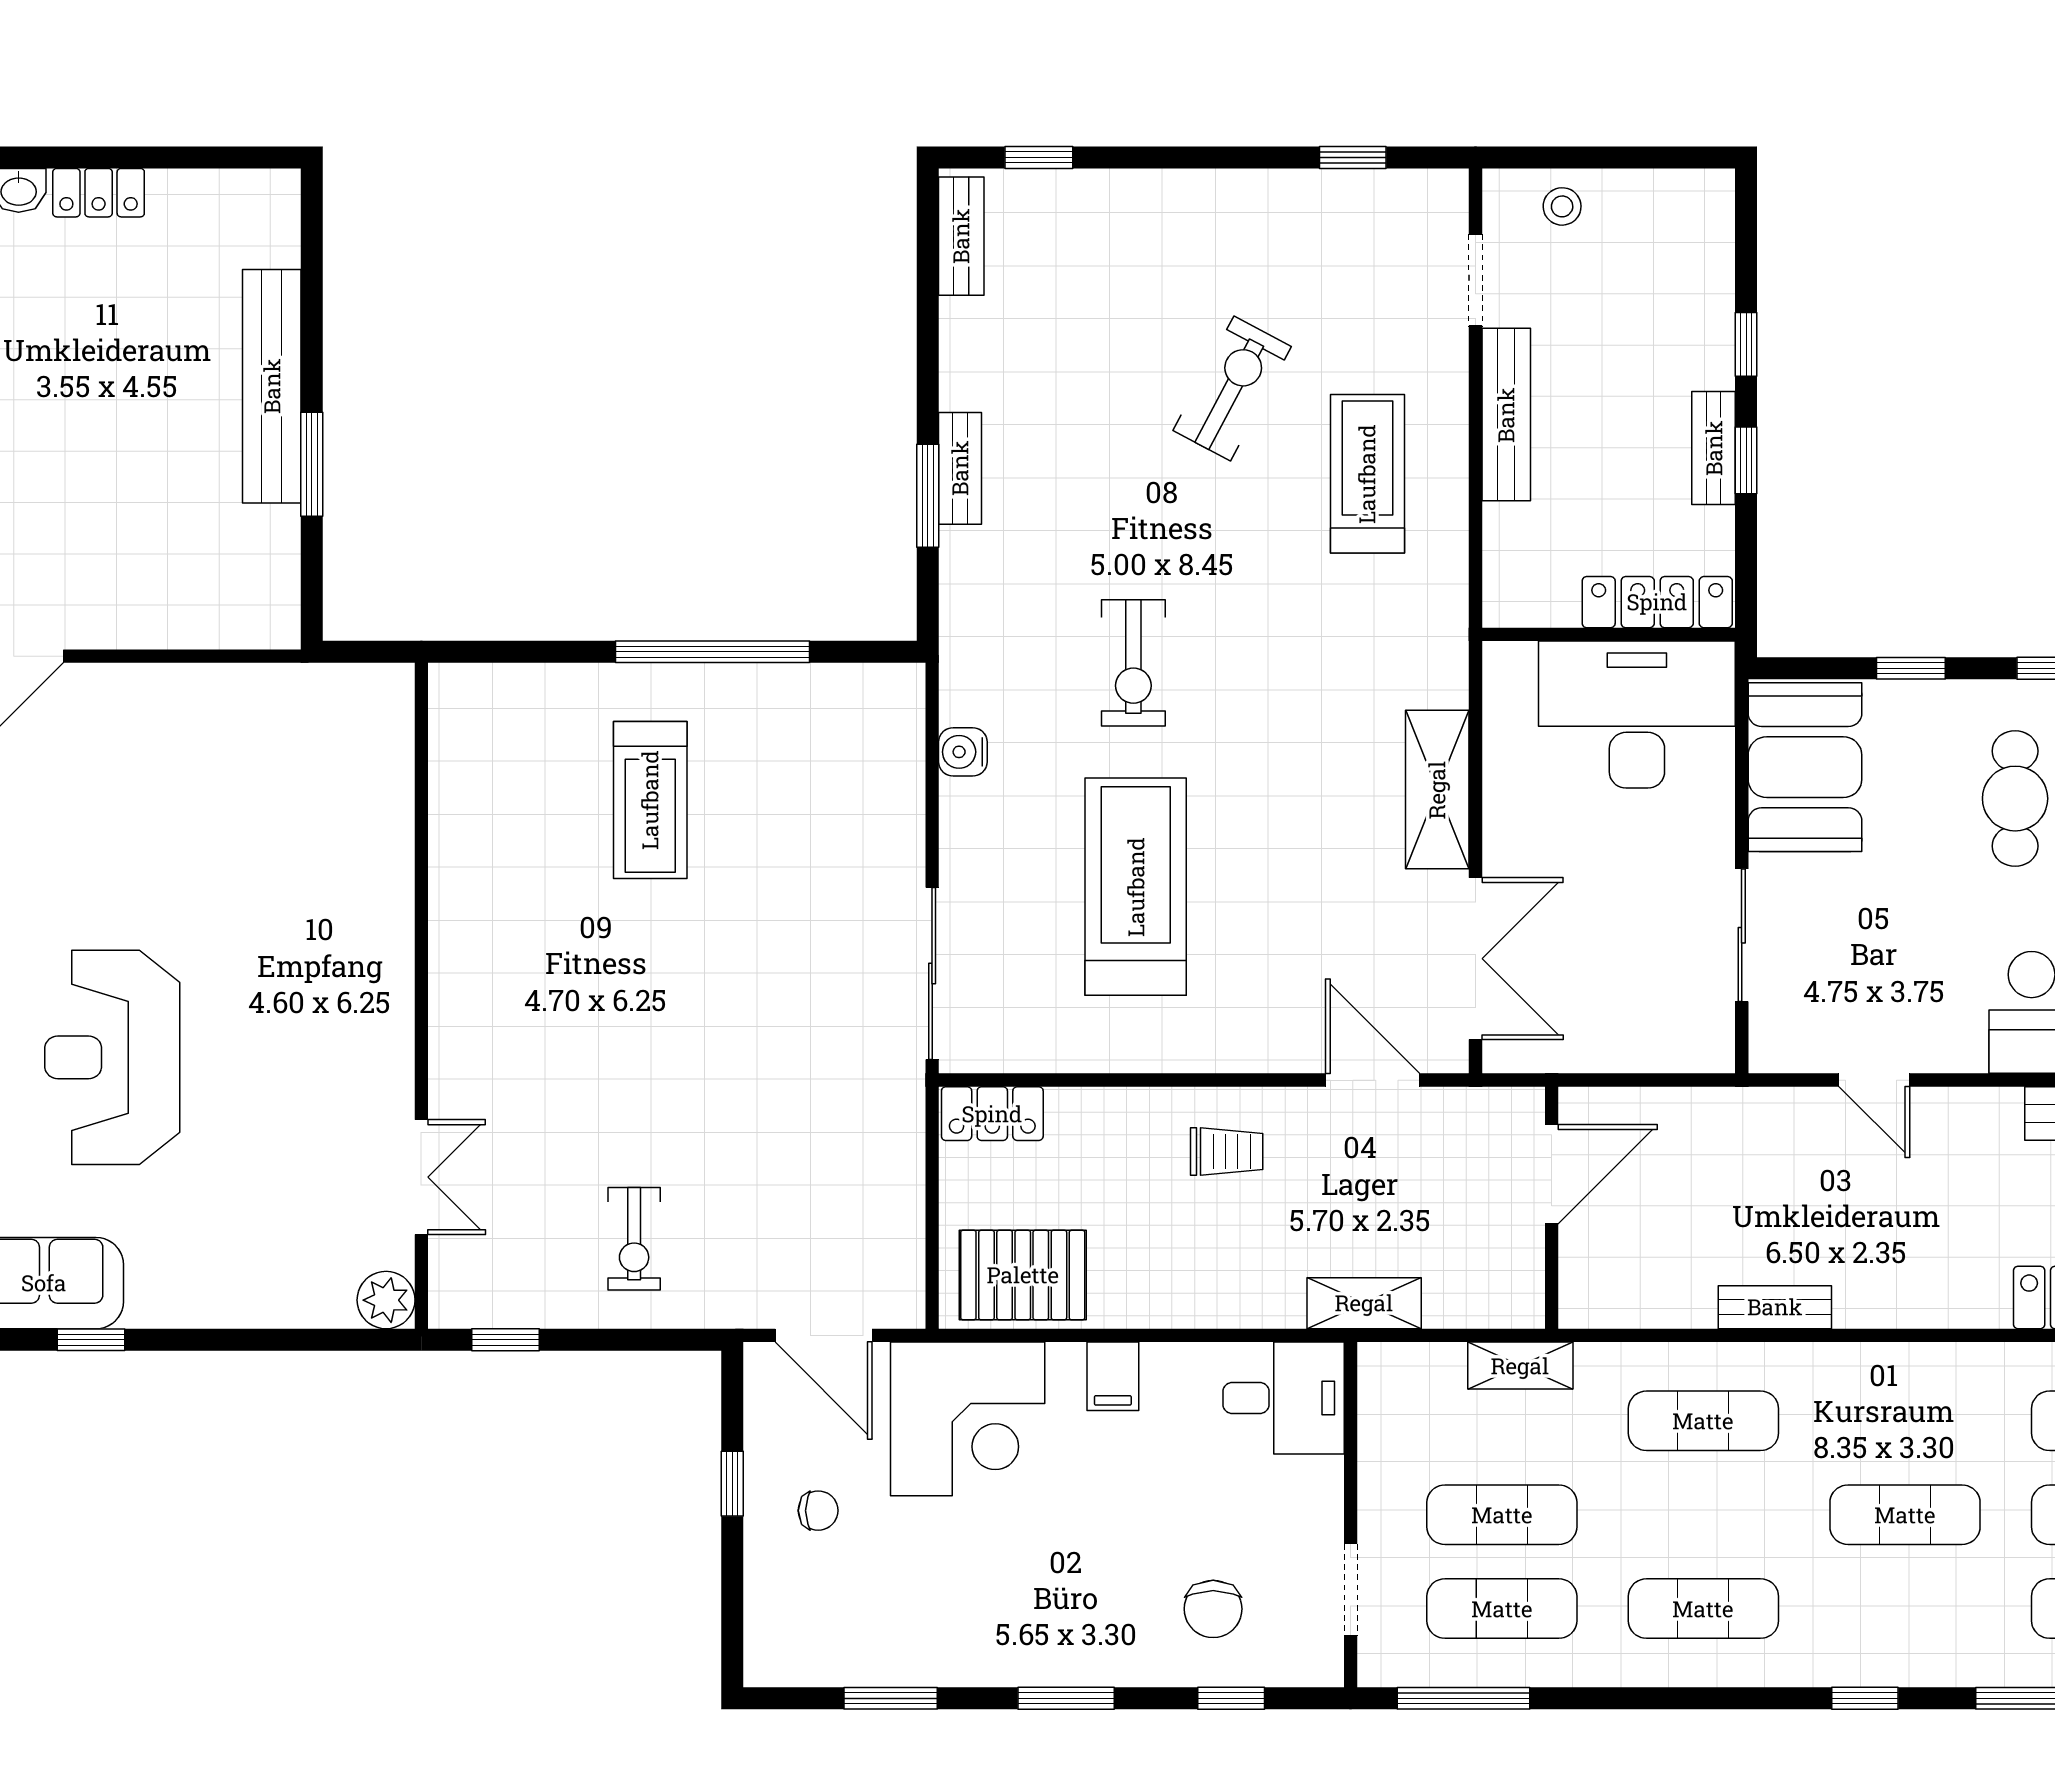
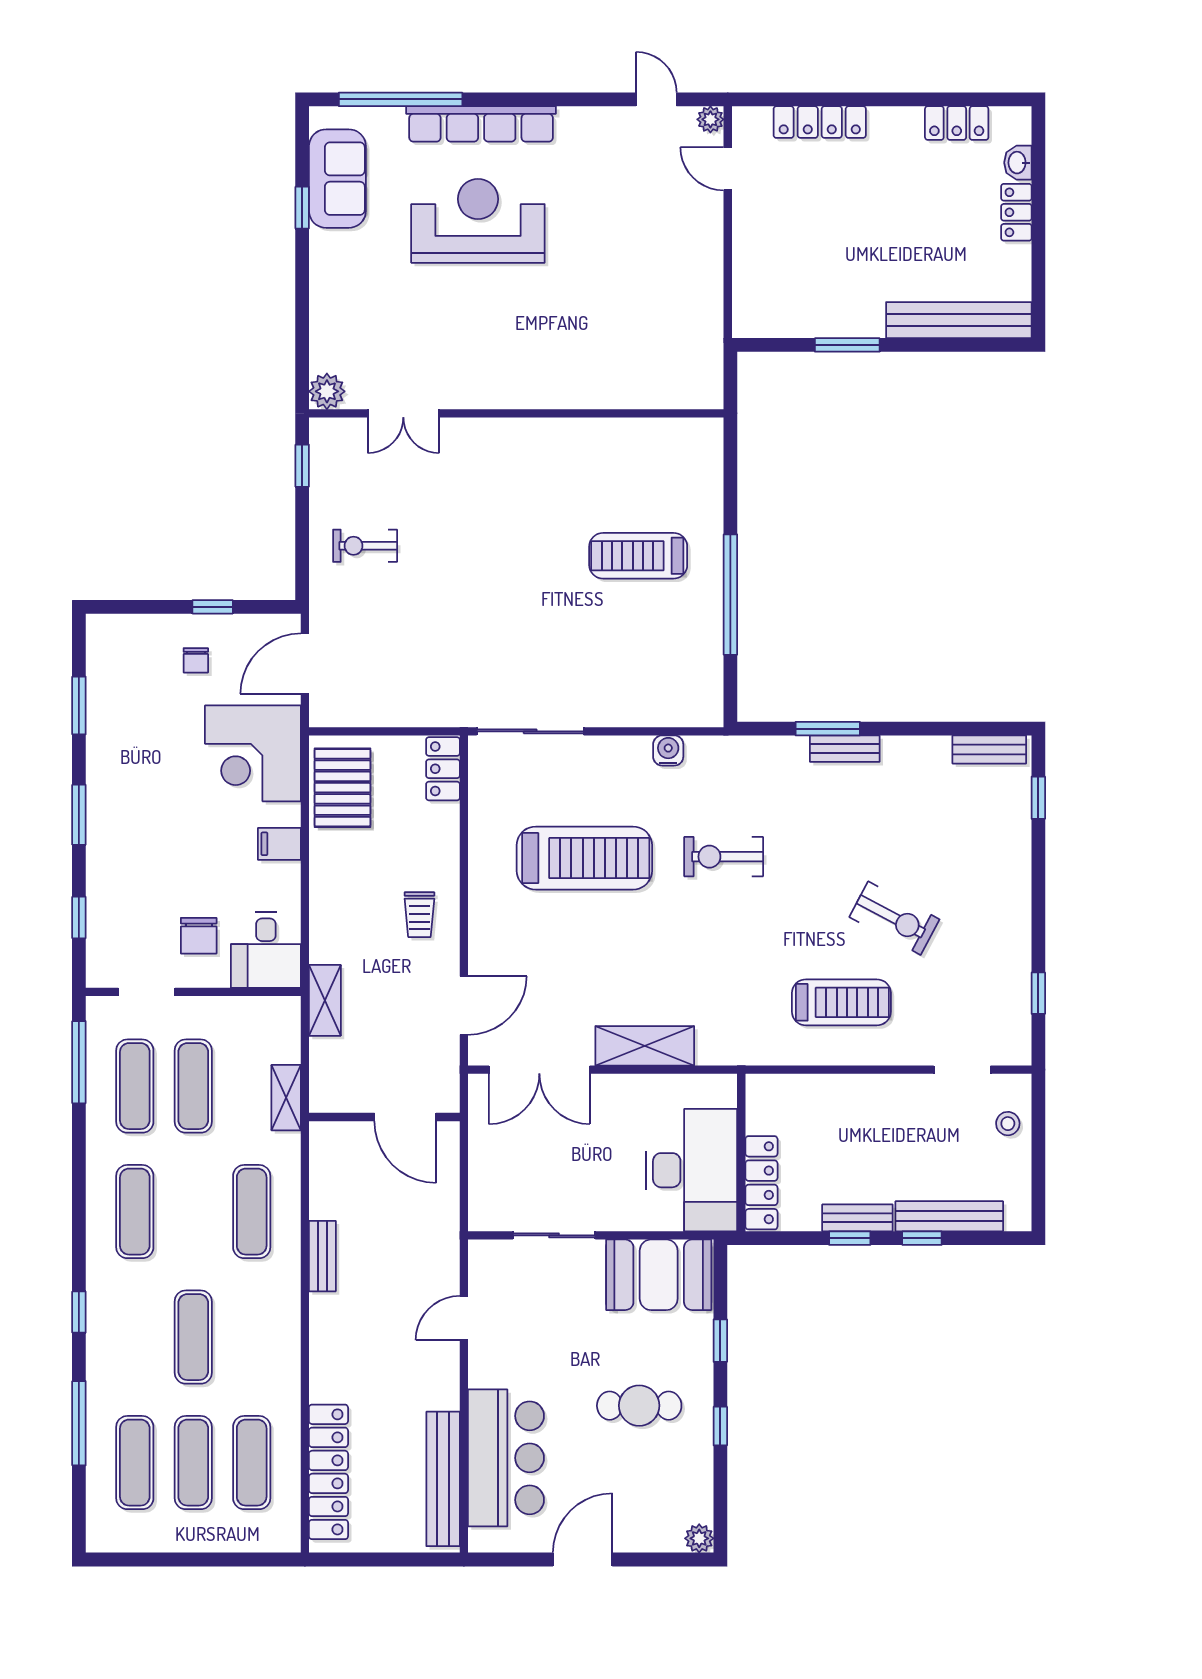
bench: (272, 386) -> (959, 320), moved
bench: (1506, 415) -> (949, 1216), moved
chair: (1213, 1609) -> (199, 936), moved, turned -90

